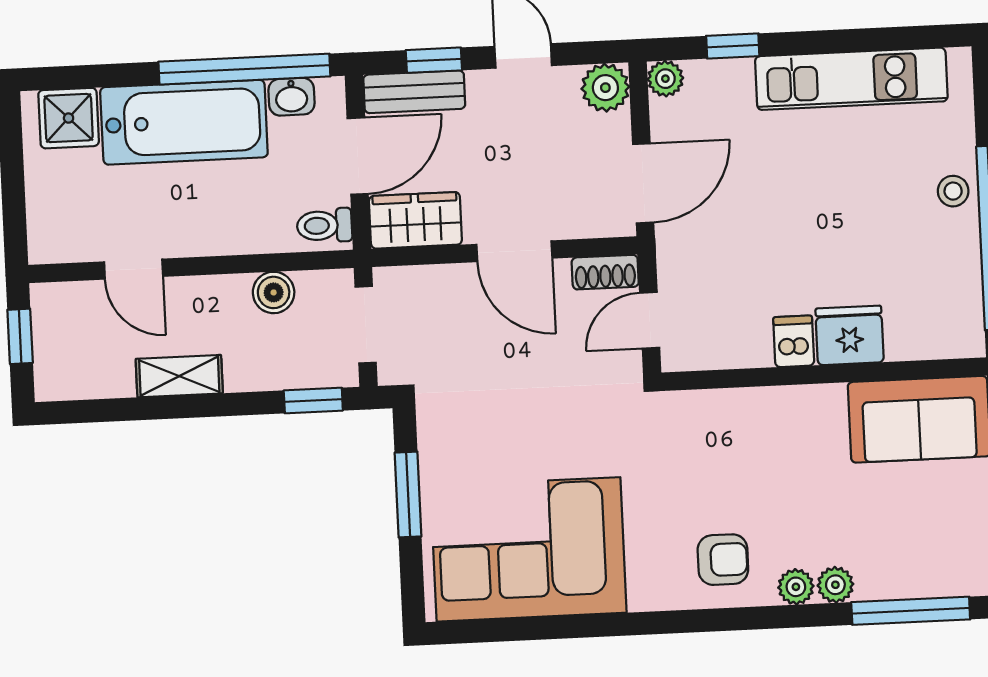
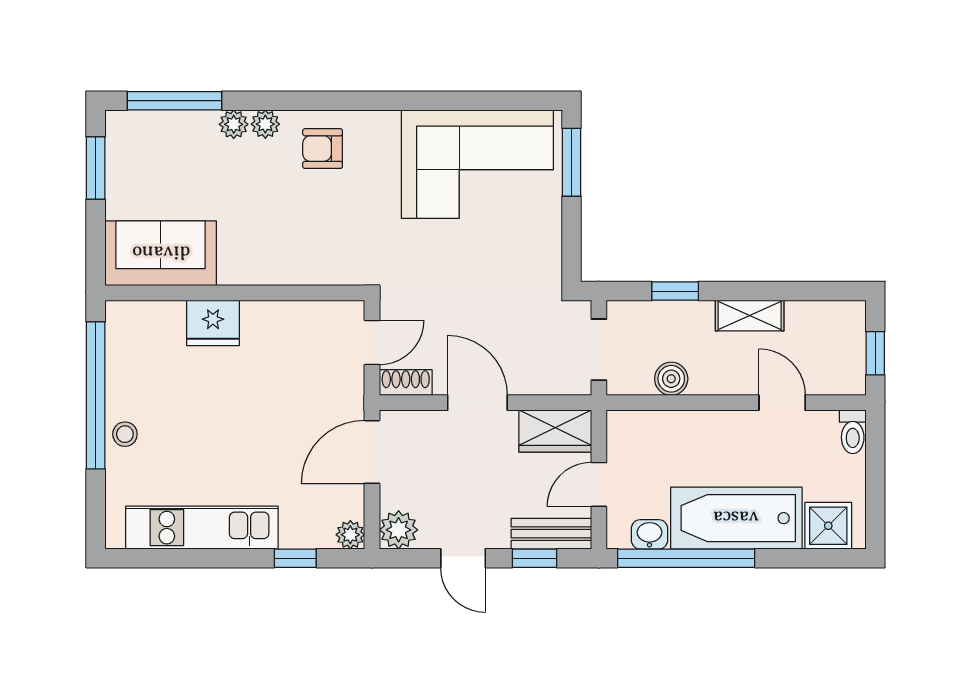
door: (358, 156) -> (599, 484), width x0.73
toilet: (324, 225) -> (853, 432), moved, turned 90
dishwasher: (794, 341) -> (258, 320), removed
window: (313, 401) -> (675, 291), moved
window: (408, 495) -> (571, 162), moved

